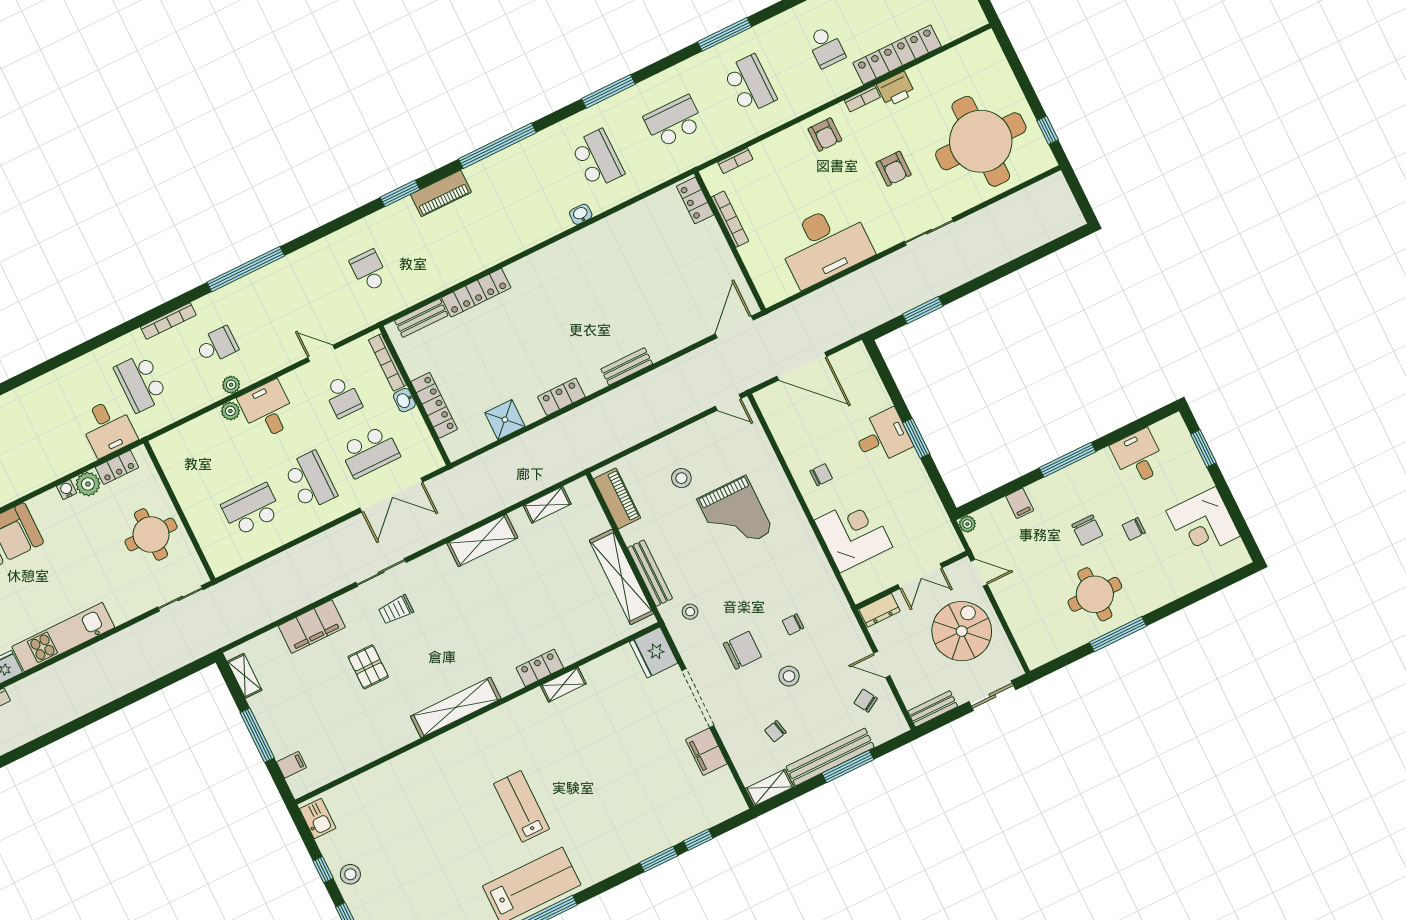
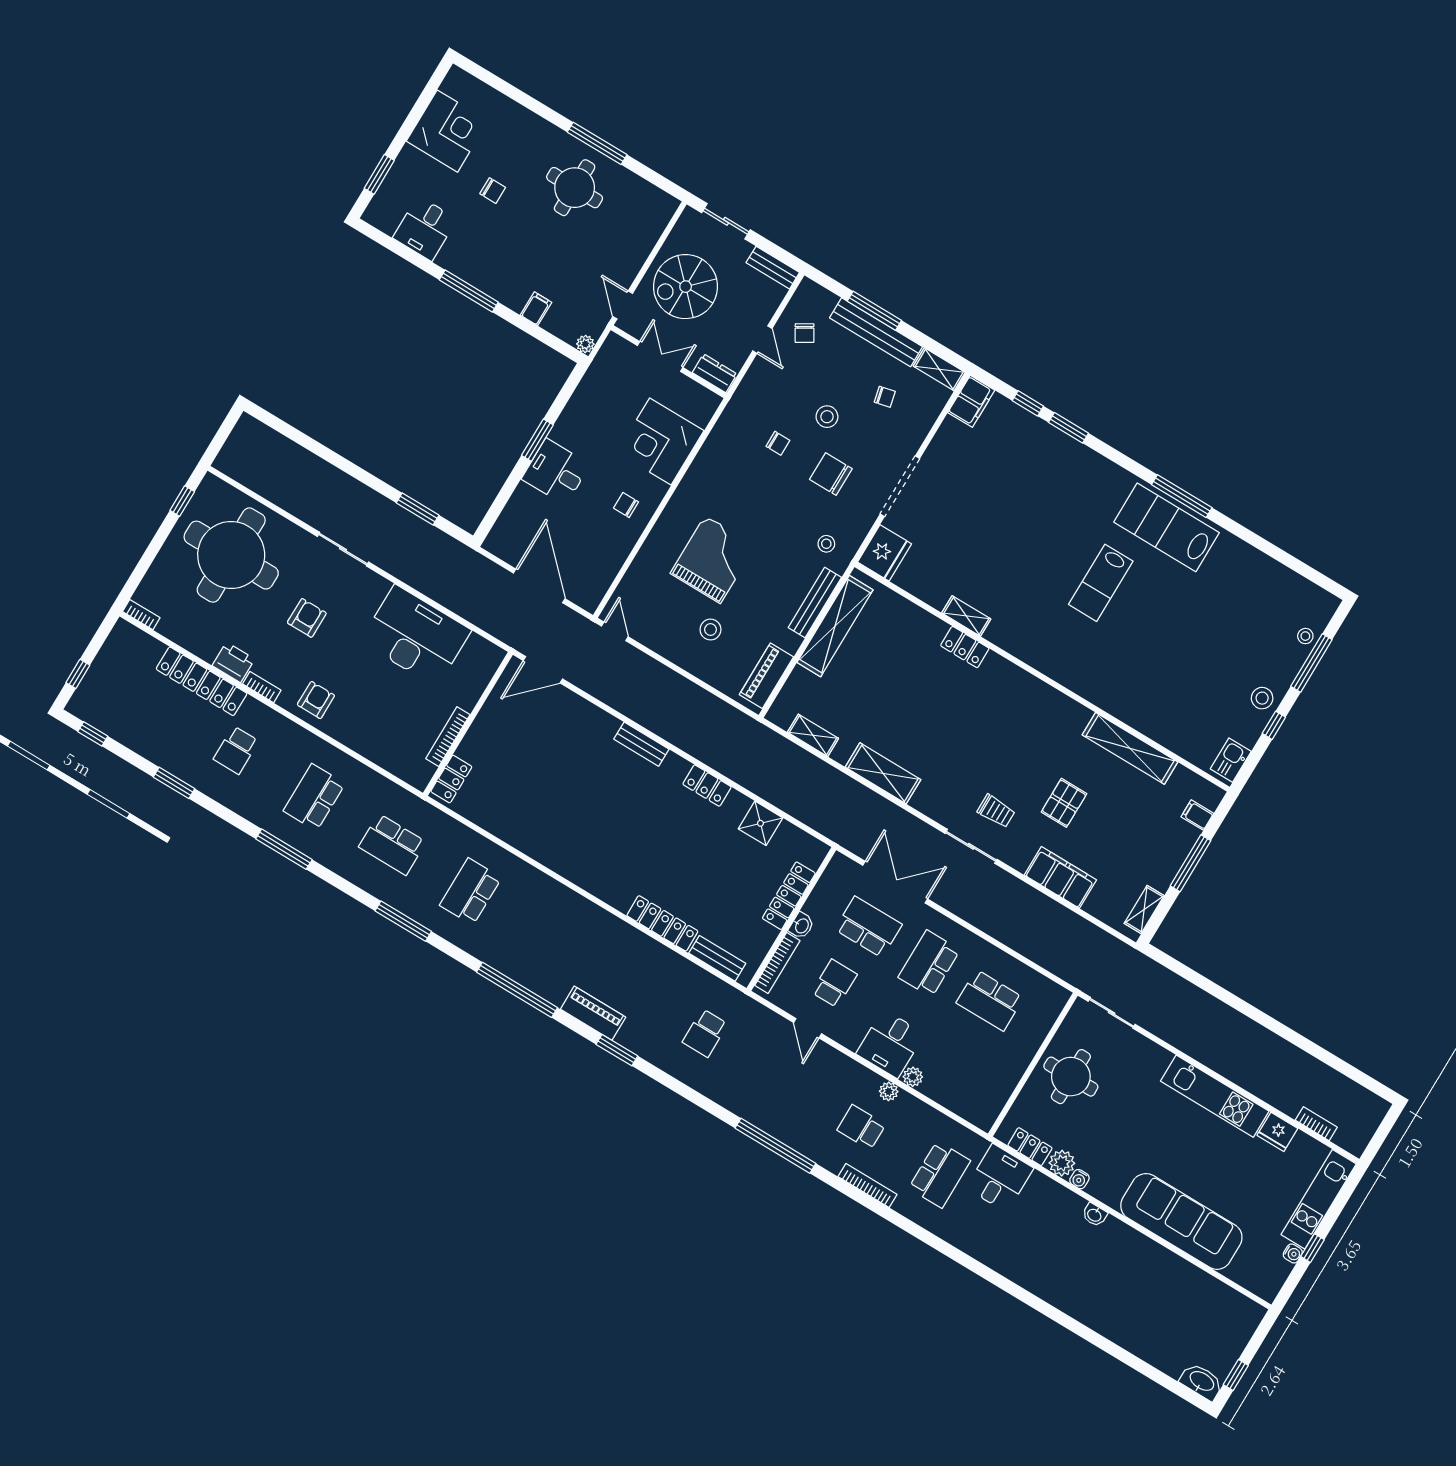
school desk: (826, 47) -> (236, 750), turned 180
bookcase: (735, 161) -> (141, 615), moved
washbasin: (581, 214) -> (1095, 1215), moved
chair: (1087, 530) -> (521, 232), removed
shelving: (456, 707) -> (1130, 748), moved
filing cabinet: (706, 752) -> (971, 401), moved

